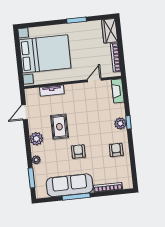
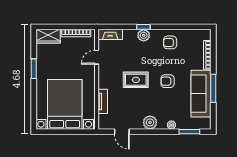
door: (94, 80) -> (97, 57), hinge flipped
rug: (59, 127) -> (136, 80), moved

